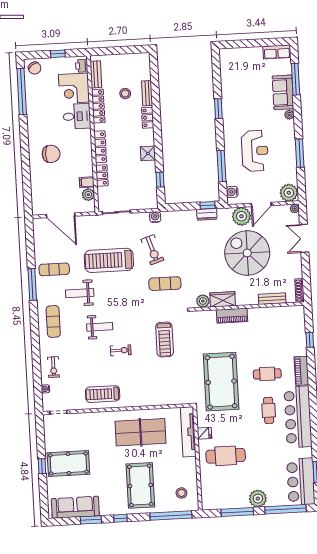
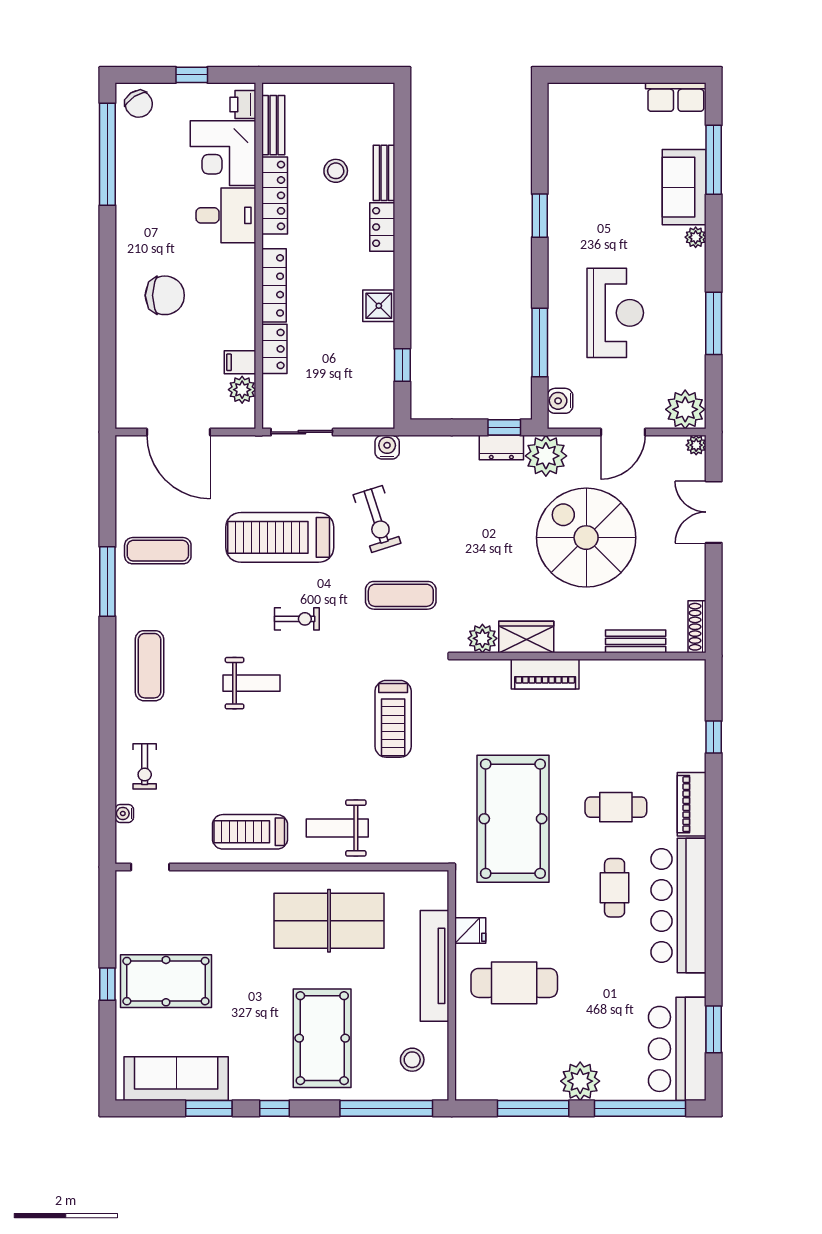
plant: (241, 216) -> (546, 456), moved
weight bench: (80, 293) -> (337, 828), moved
exercise bike: (121, 350) -> (297, 619), moved
tv unit: (188, 432) -> (434, 966), moved

